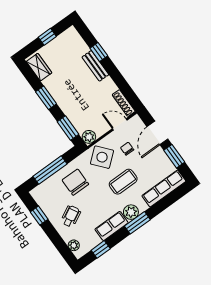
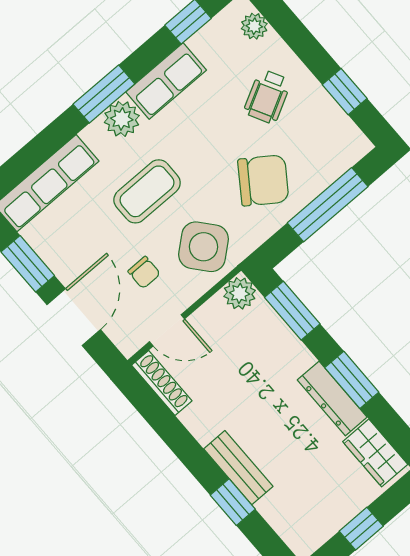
dresser: (55, 91) -> (332, 398), added
chair: (75, 182) -> (263, 180), turned -55

